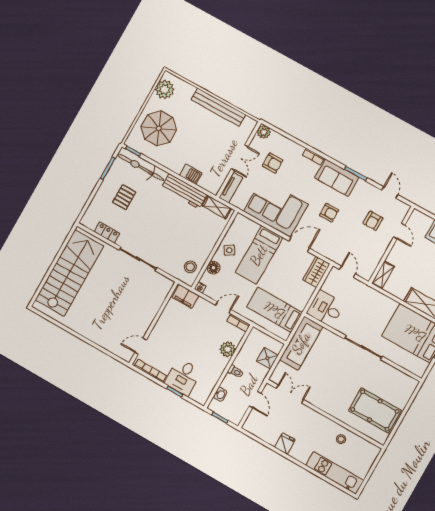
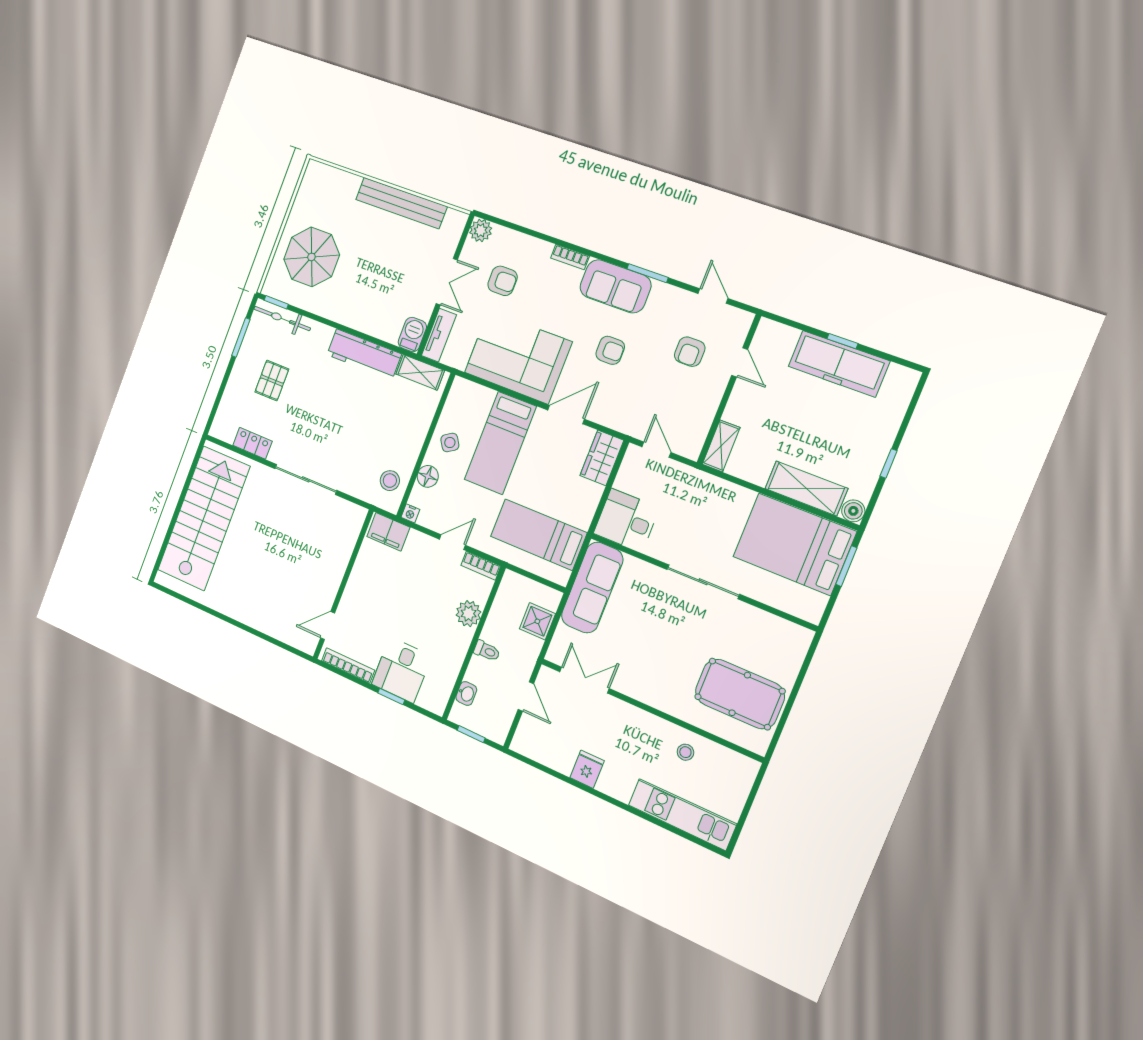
plant: (165, 89) -> (313, 191), removed
bicycle: (140, 167) -> (282, 319), width x0.73, depth x0.71
barbecue: (191, 174) -> (412, 335), moved, turned -90

